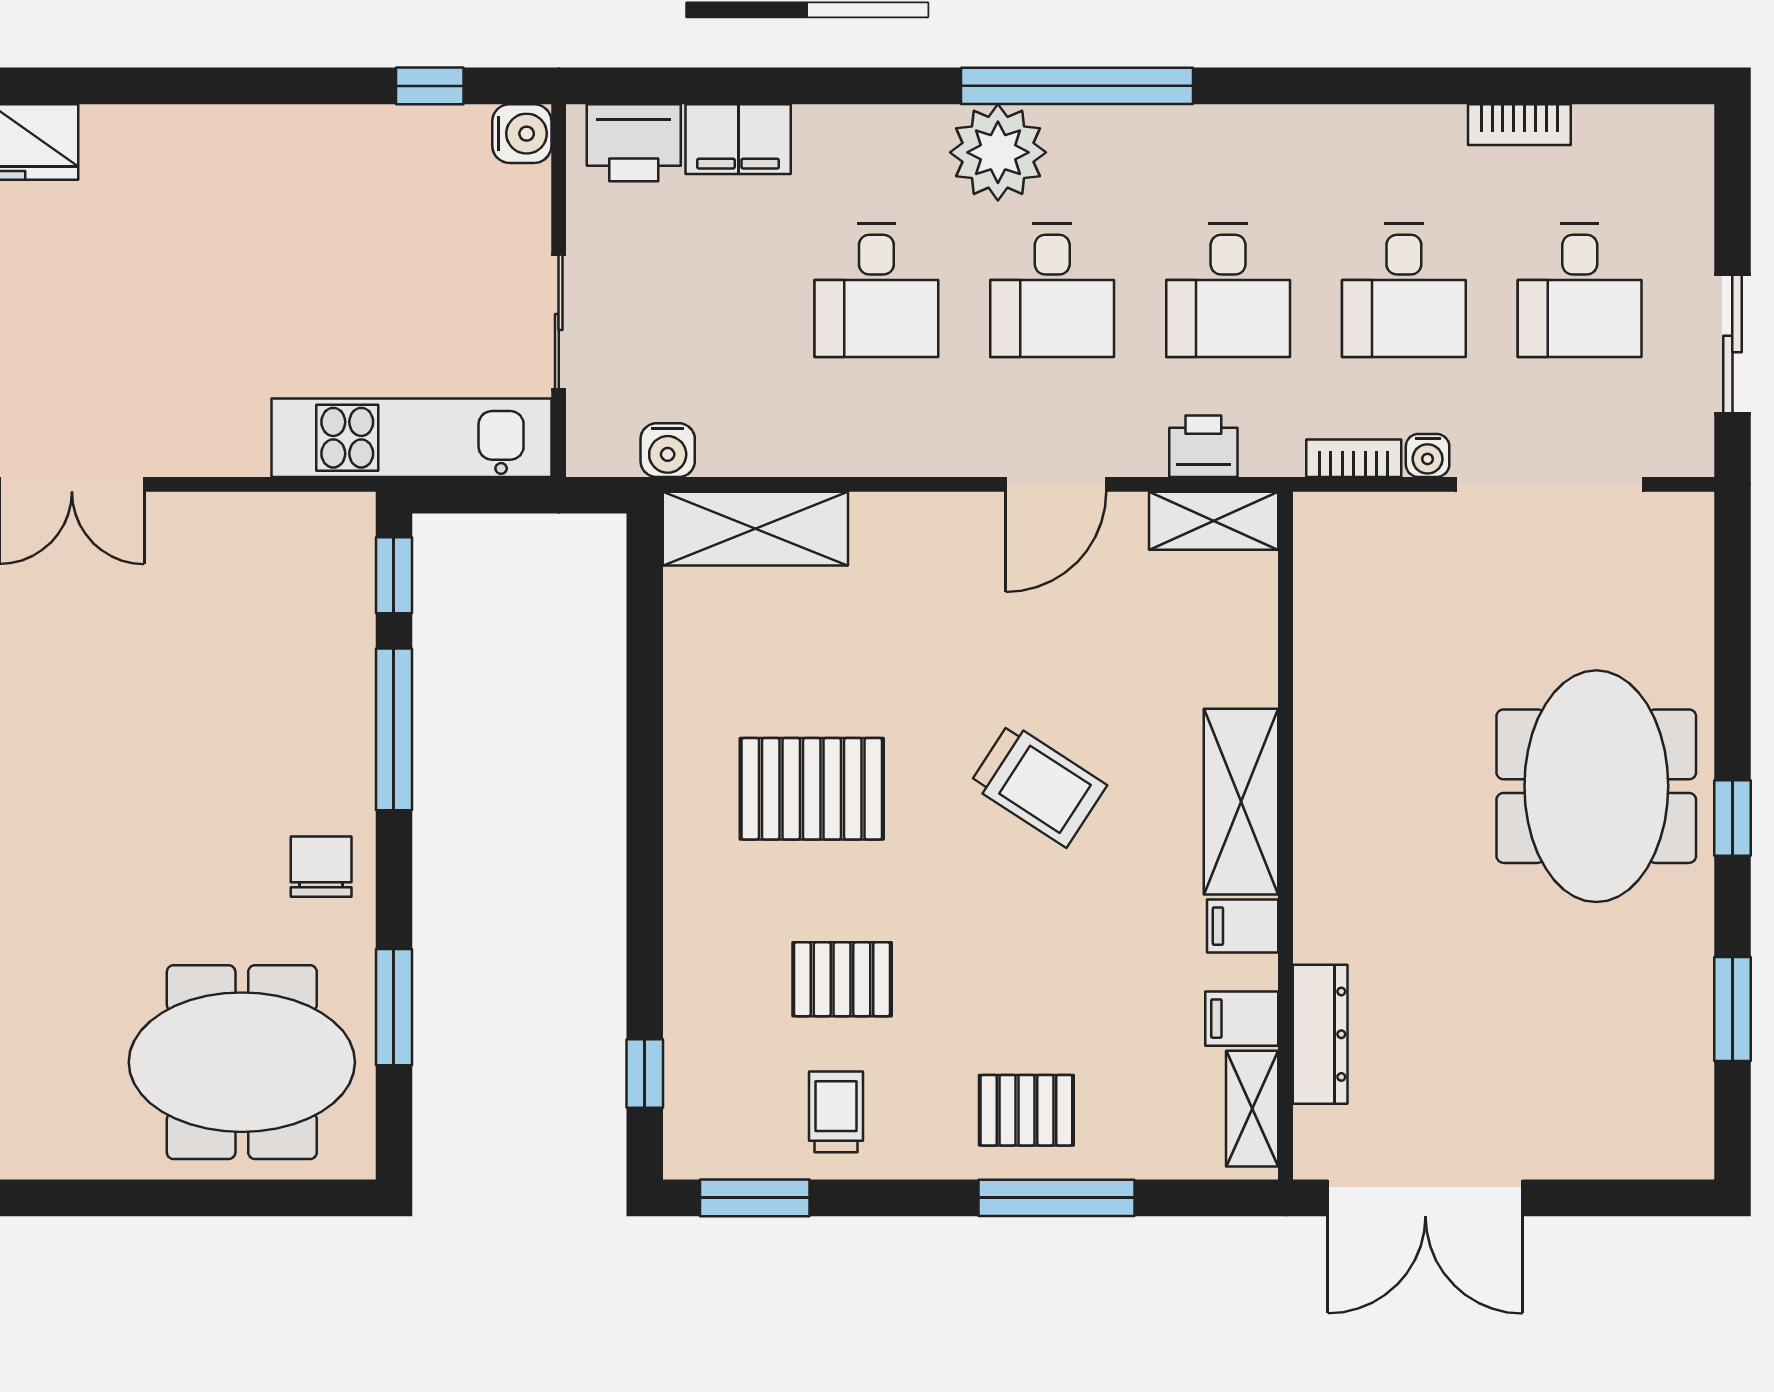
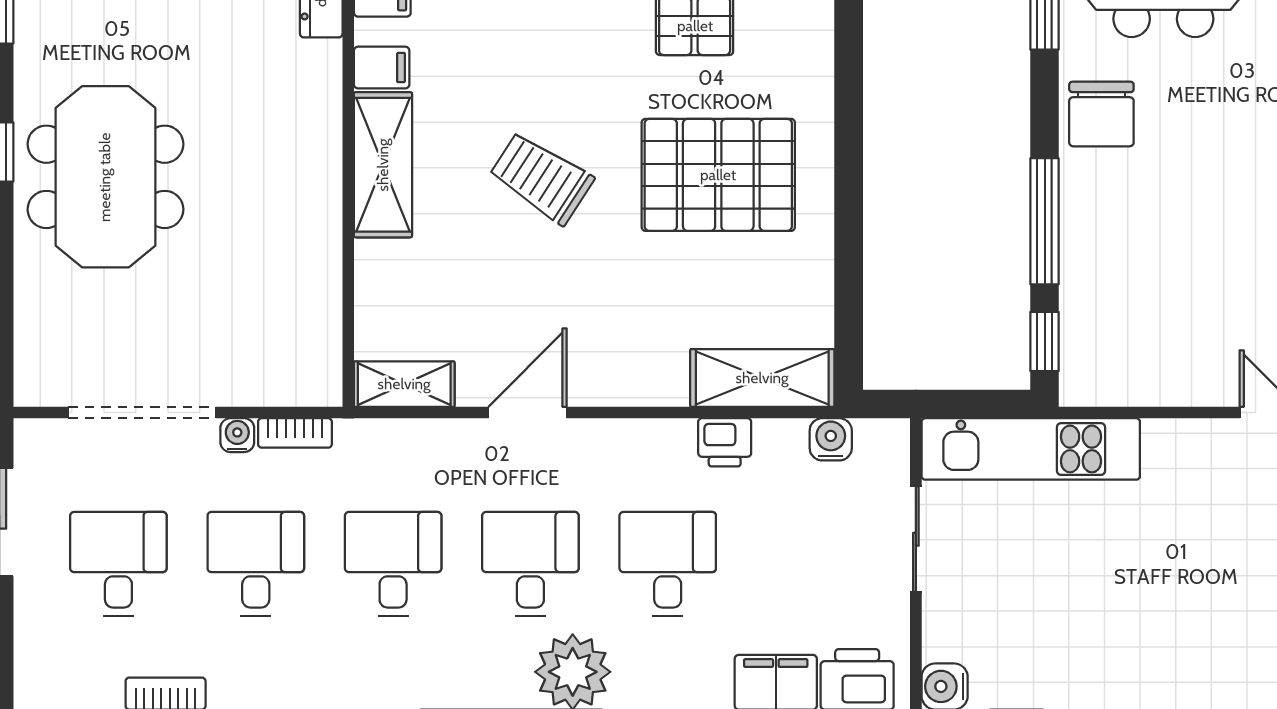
printer: (1203, 446) -> (725, 442), moved
pallet: (812, 789) -> (718, 175), width x1.37, depth x1.41
chair: (321, 867) -> (1101, 114), width x1.37, depth x1.37

